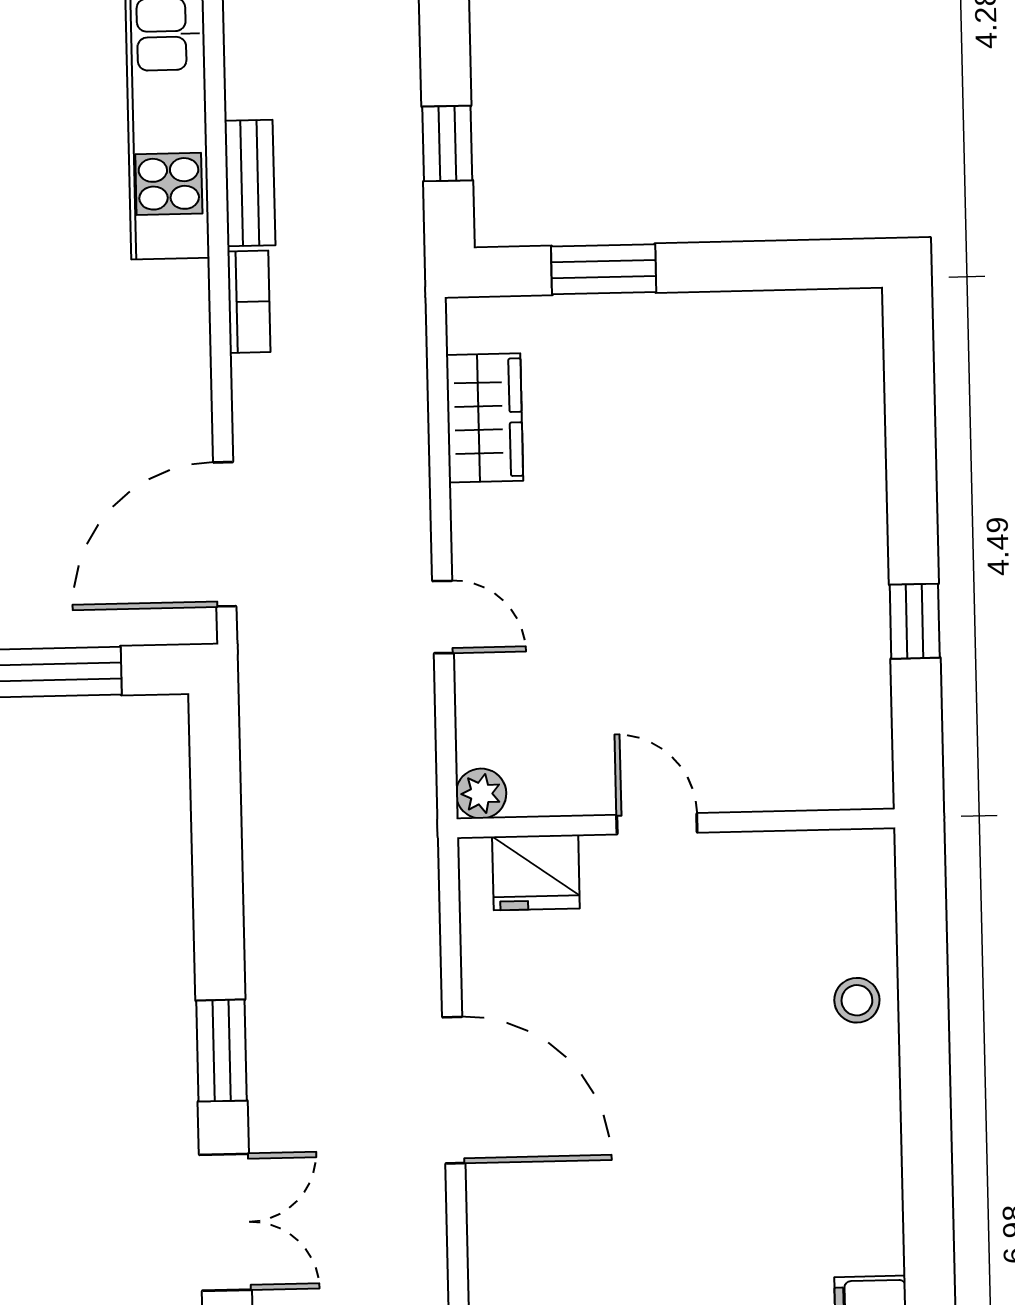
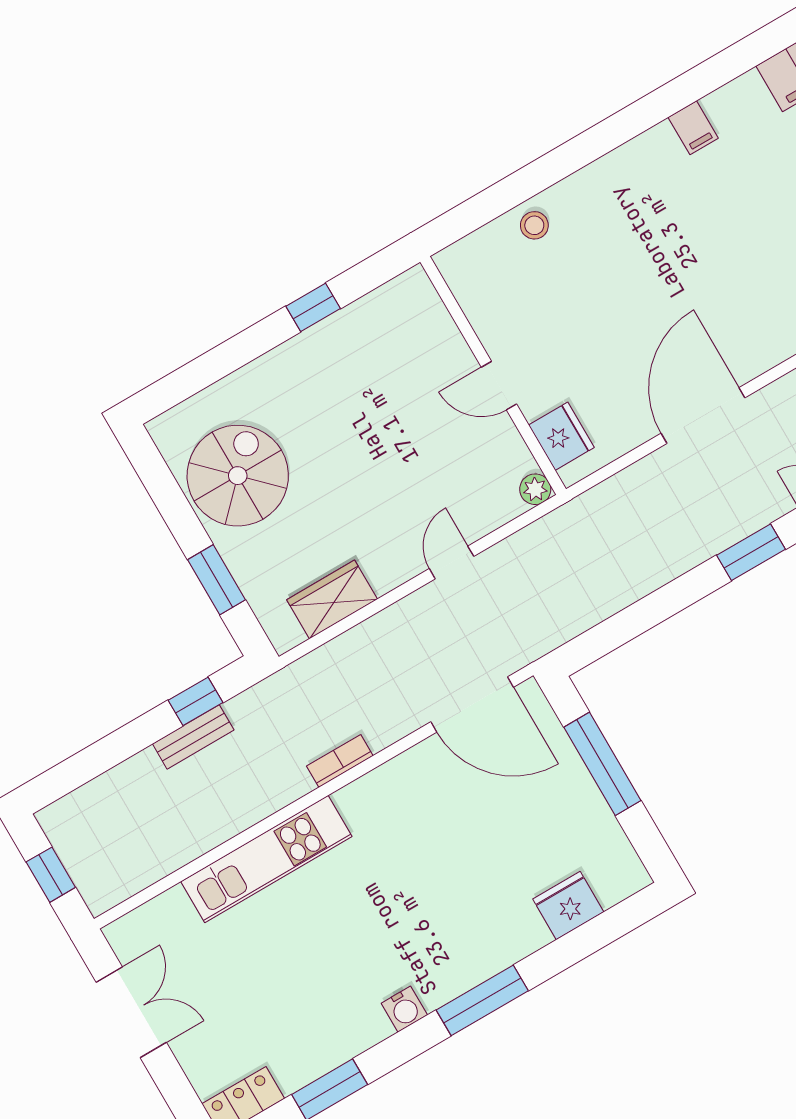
bench: (250, 183) -> (193, 737), moved
spiral stairs: (735, 381) -> (238, 476), added
door: (657, 824) -> (499, 386), hinge flipped

